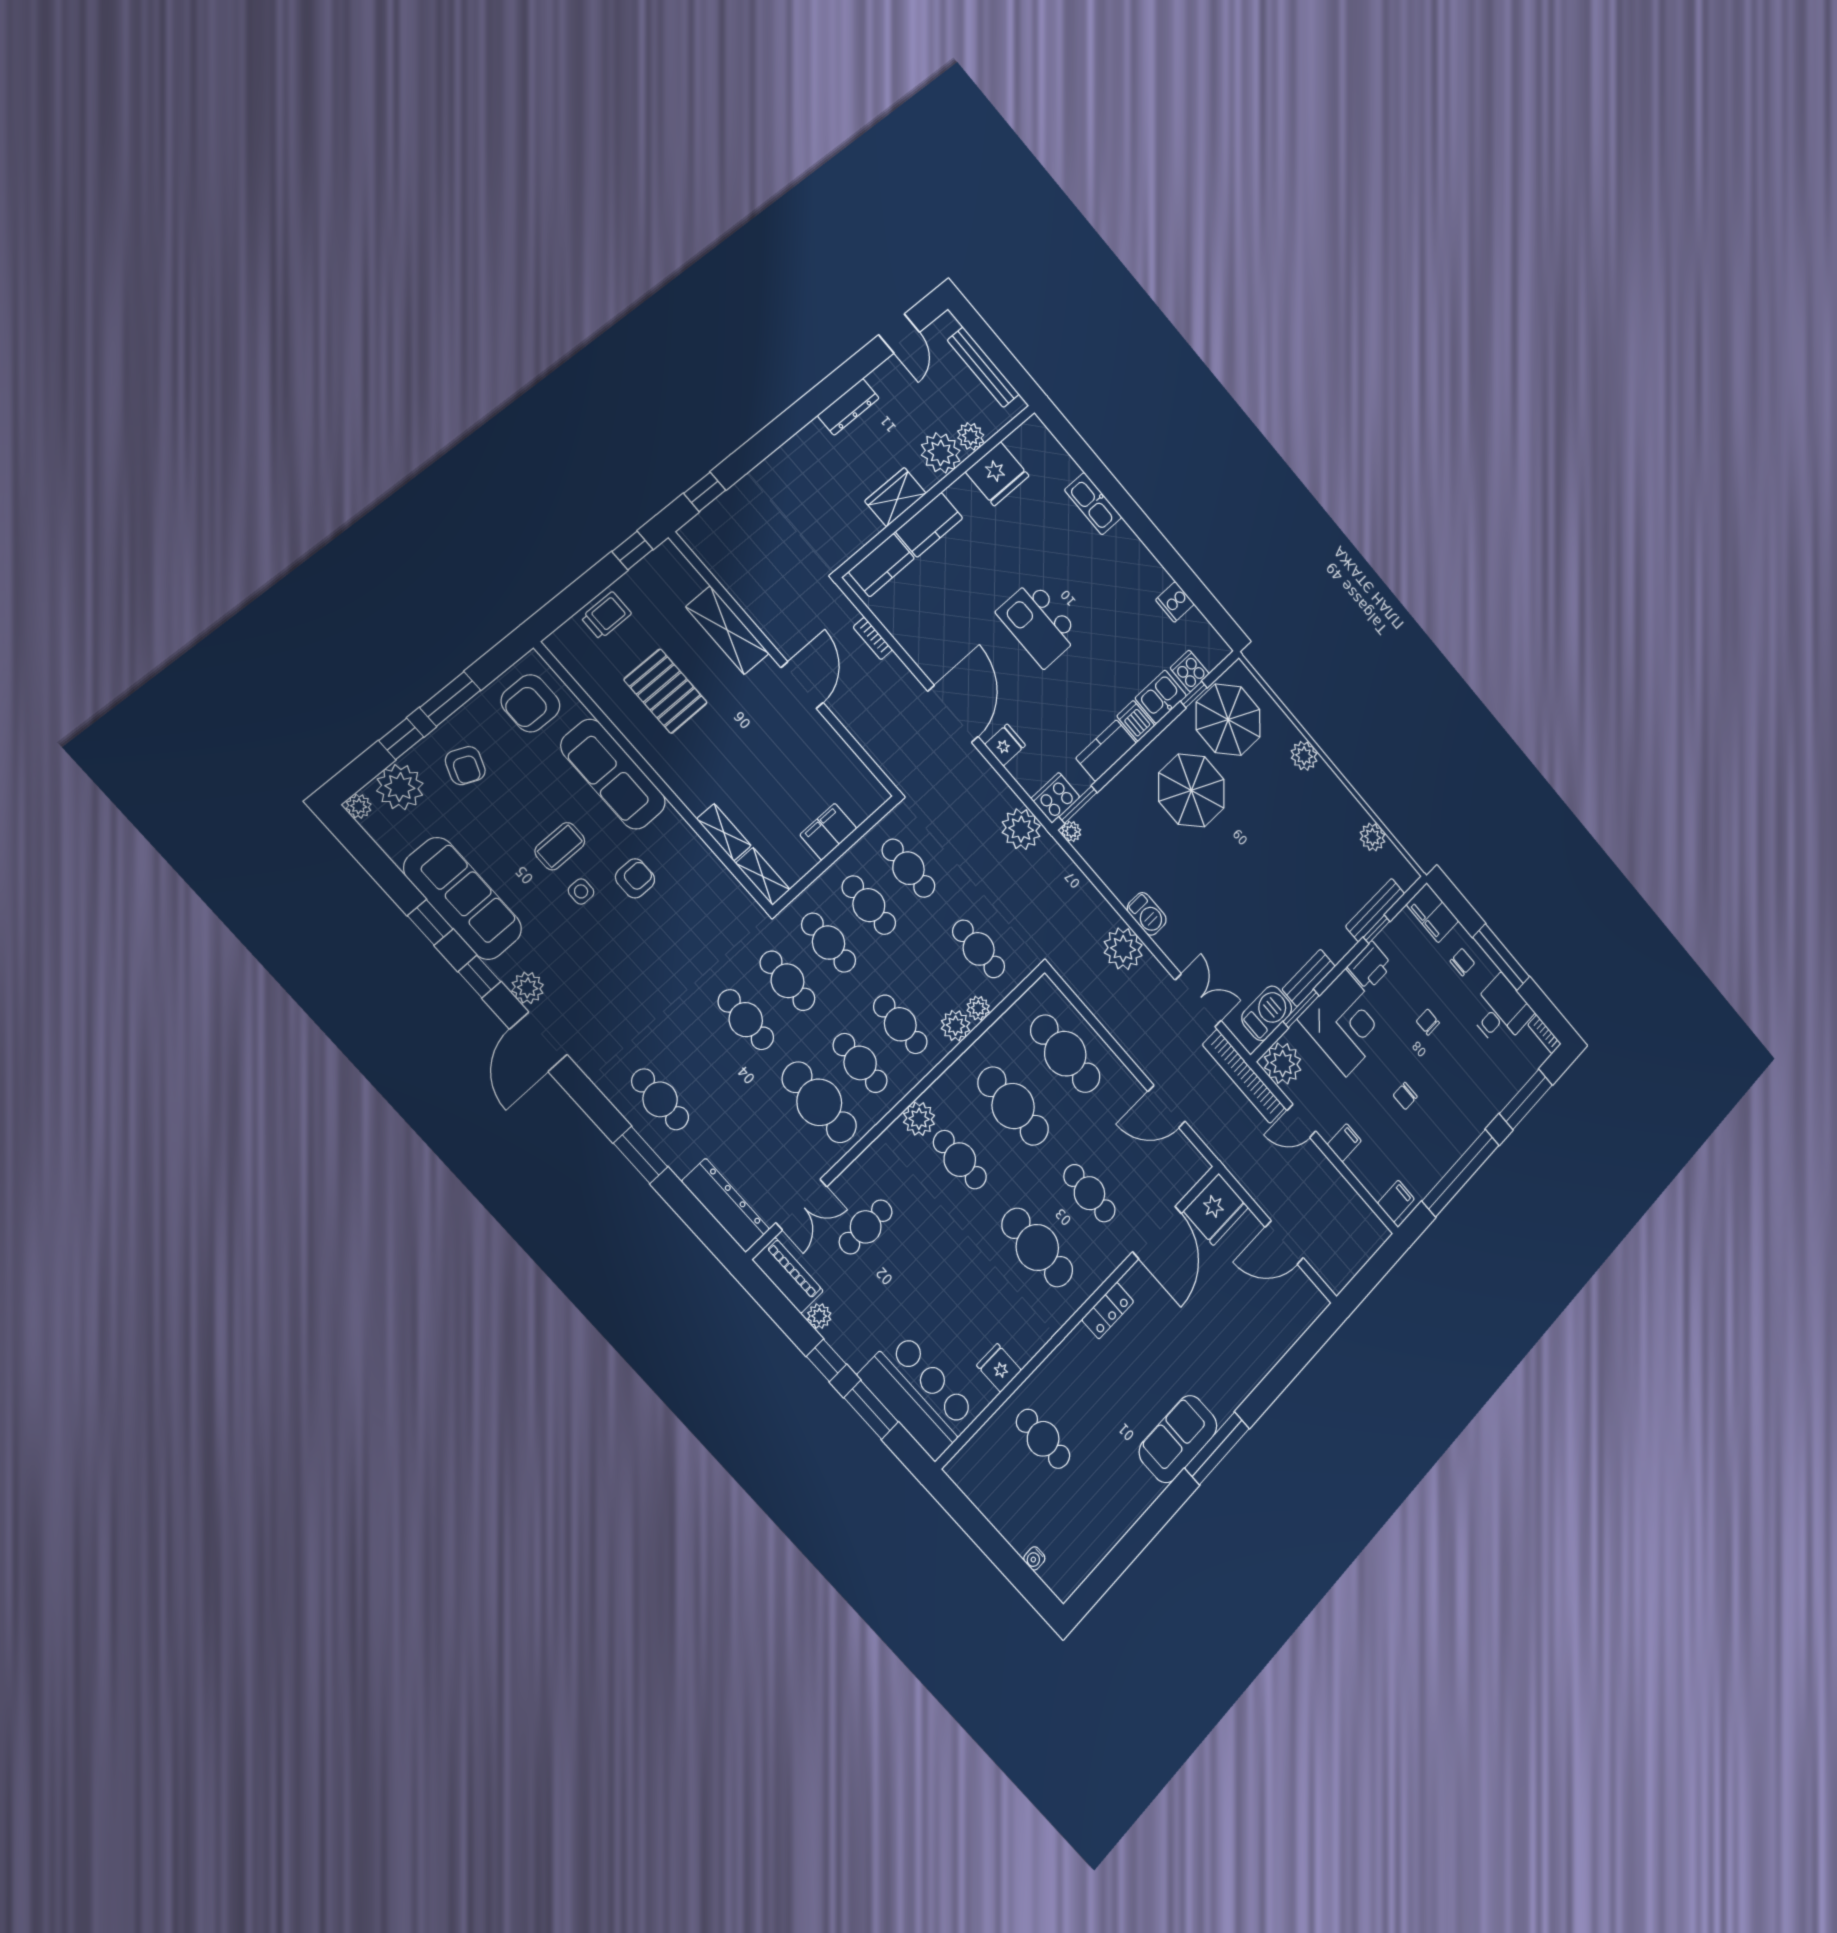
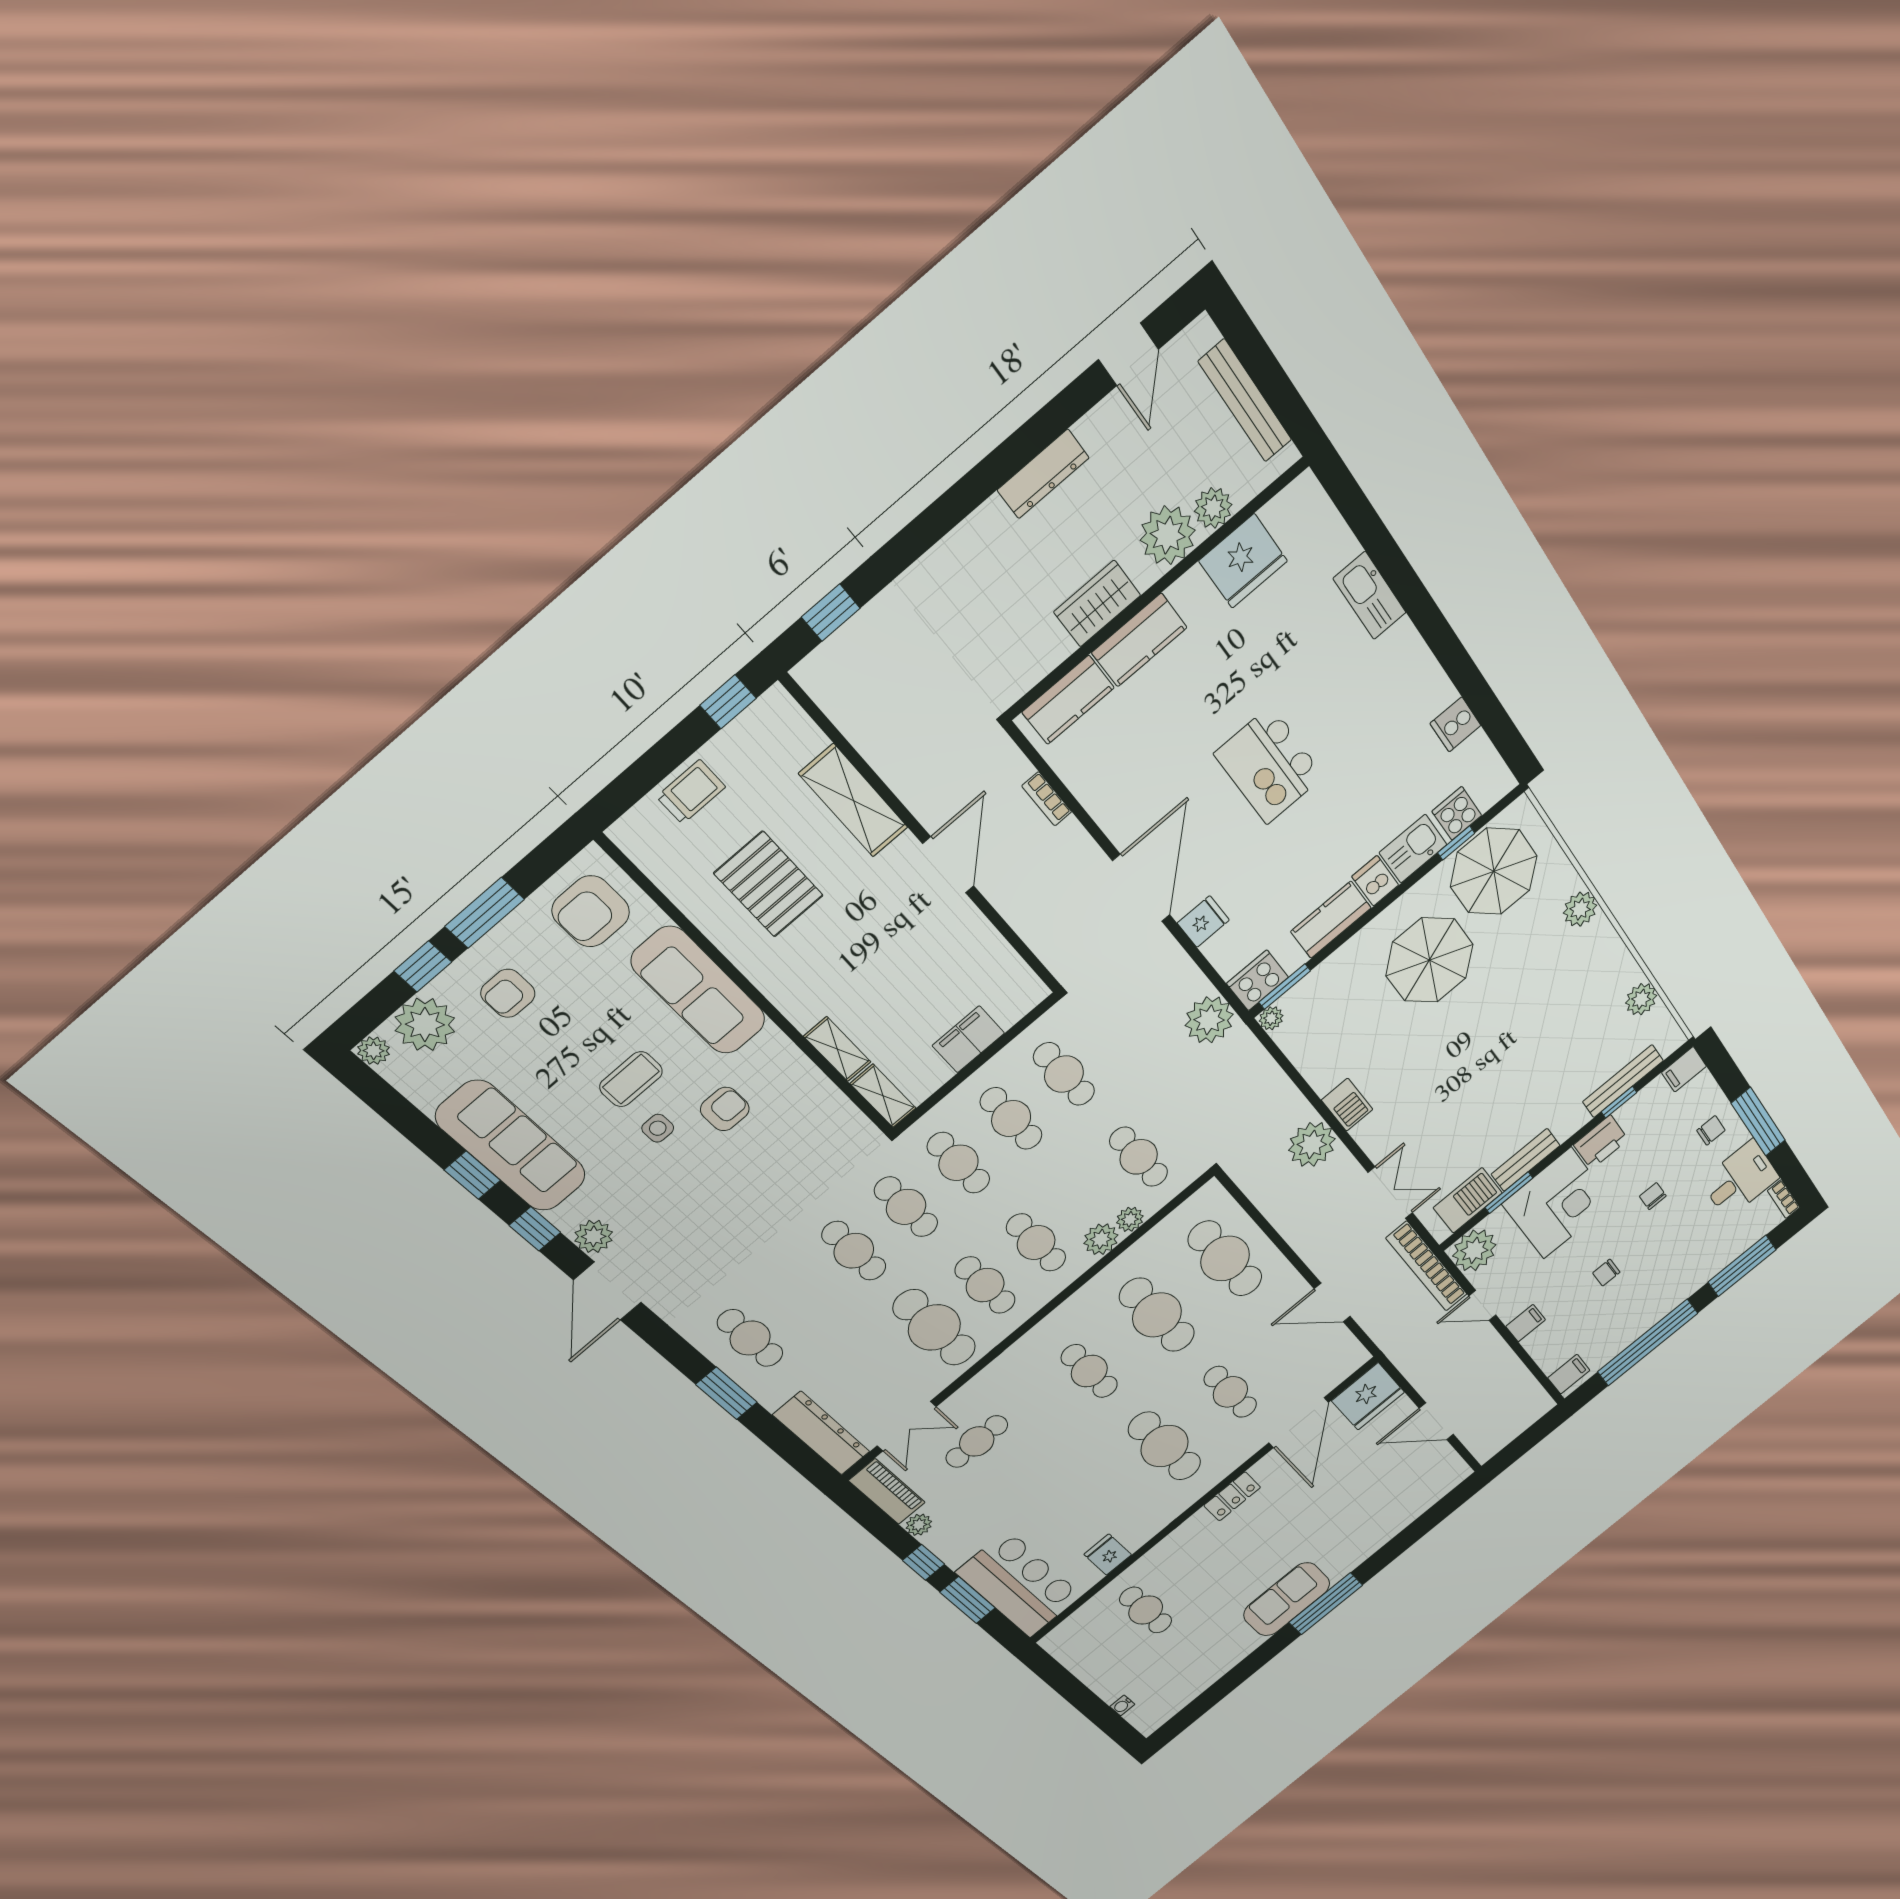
armchair: (465, 766) -> (508, 993), turned 68
filing cabinet: (1432, 913) -> (1684, 1069), width x0.50
plant: (919, 1119) -> (1048, 1335), removed

